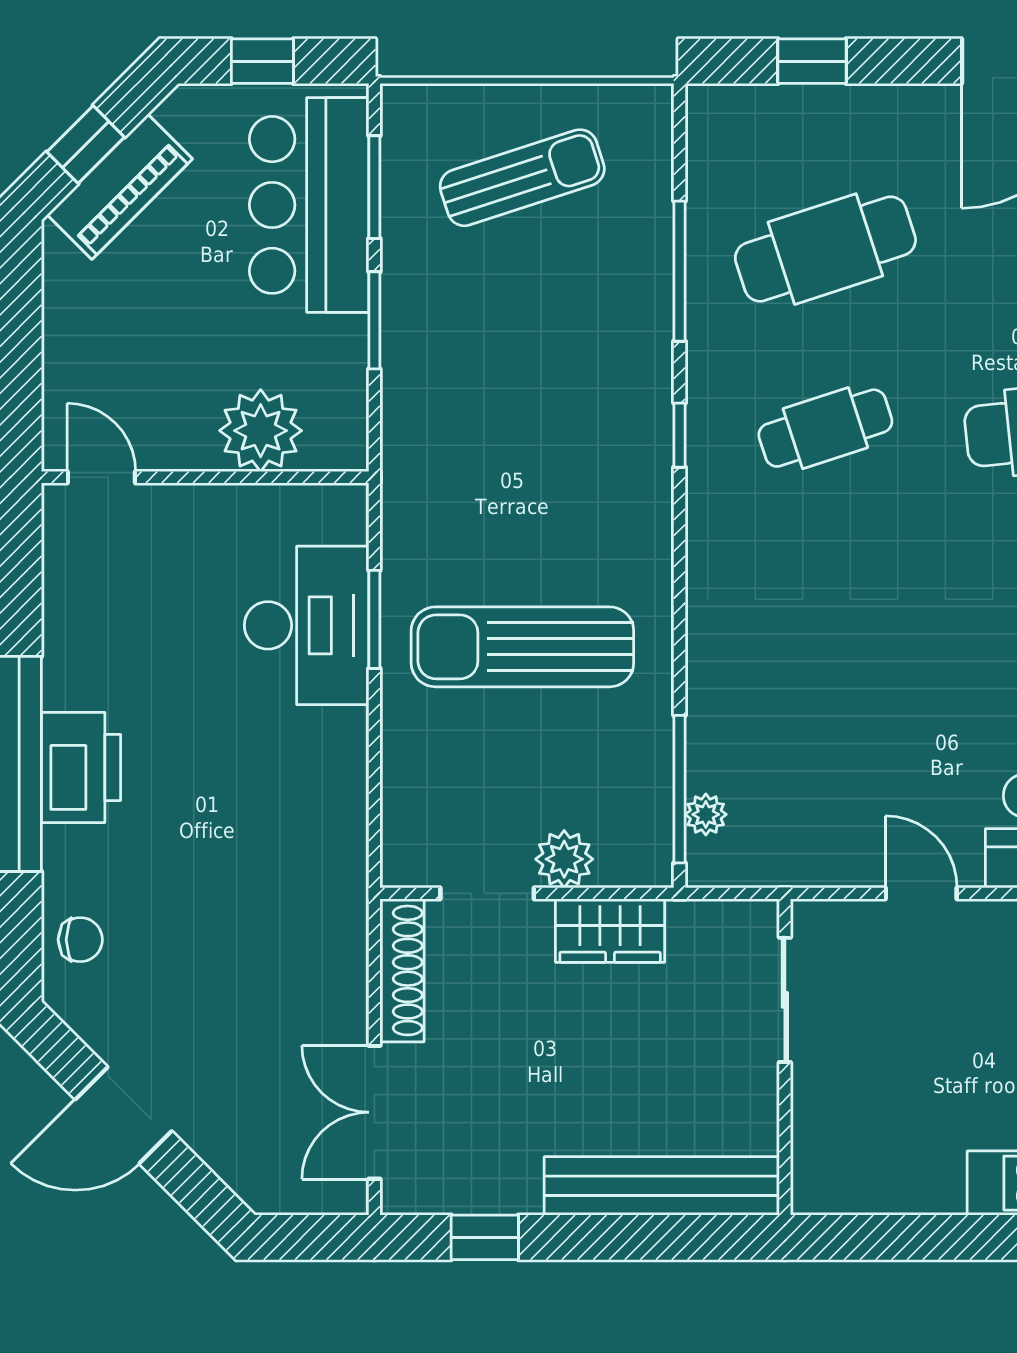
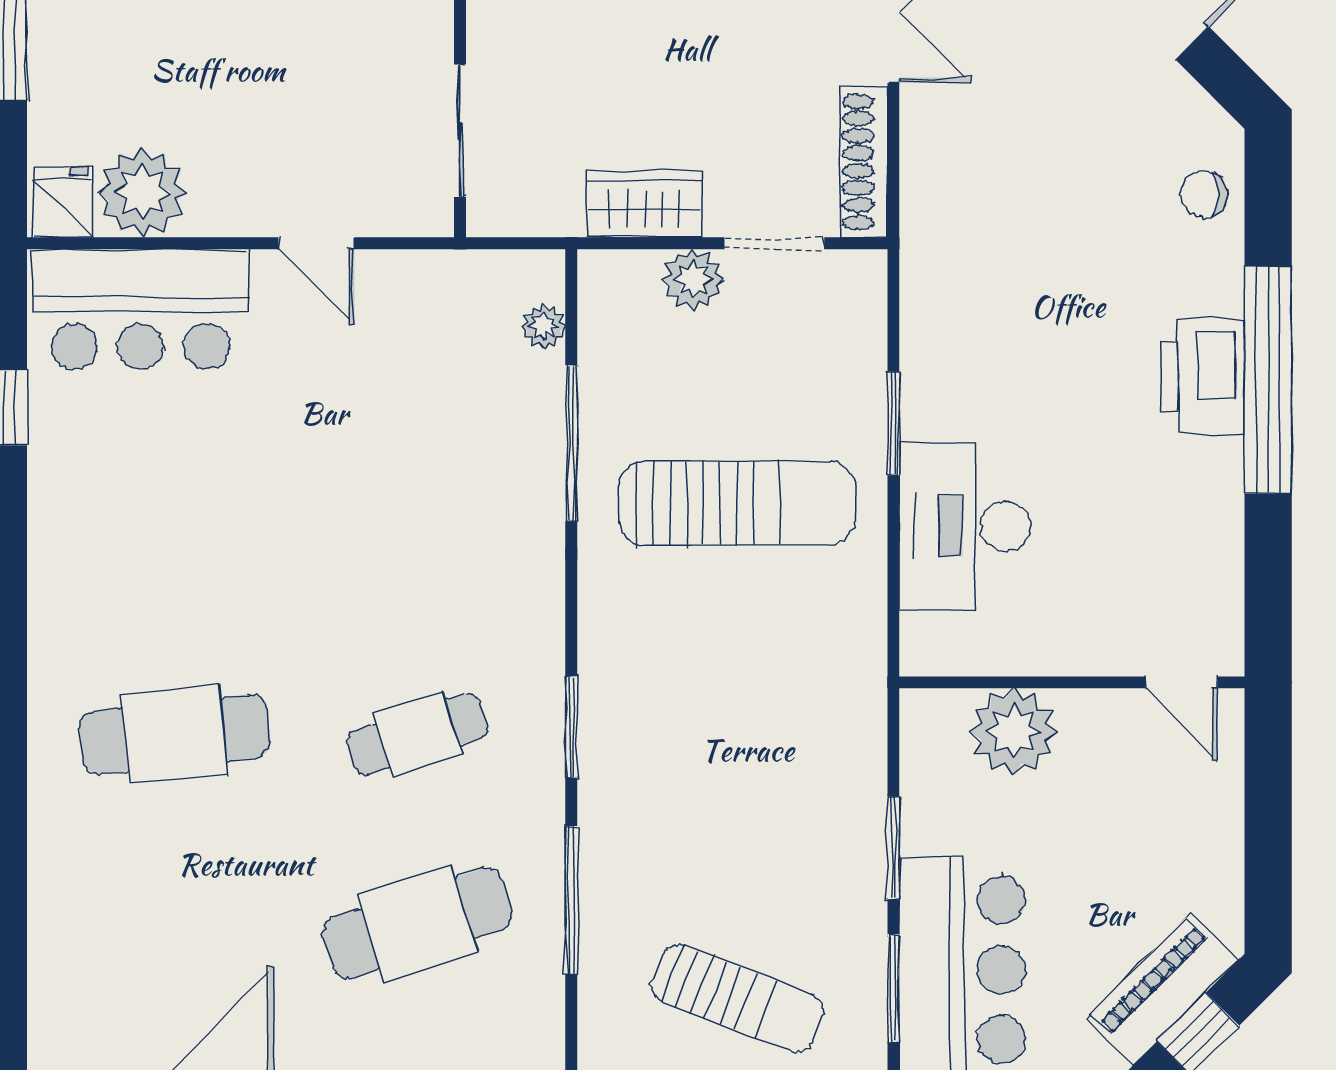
sun lounger: (522, 178) -> (737, 999), turned -141
window: (679, 435) -> (571, 727), width x1.50
window: (374, 619) -> (893, 423), moved
window: (679, 789) -> (571, 443), moved

